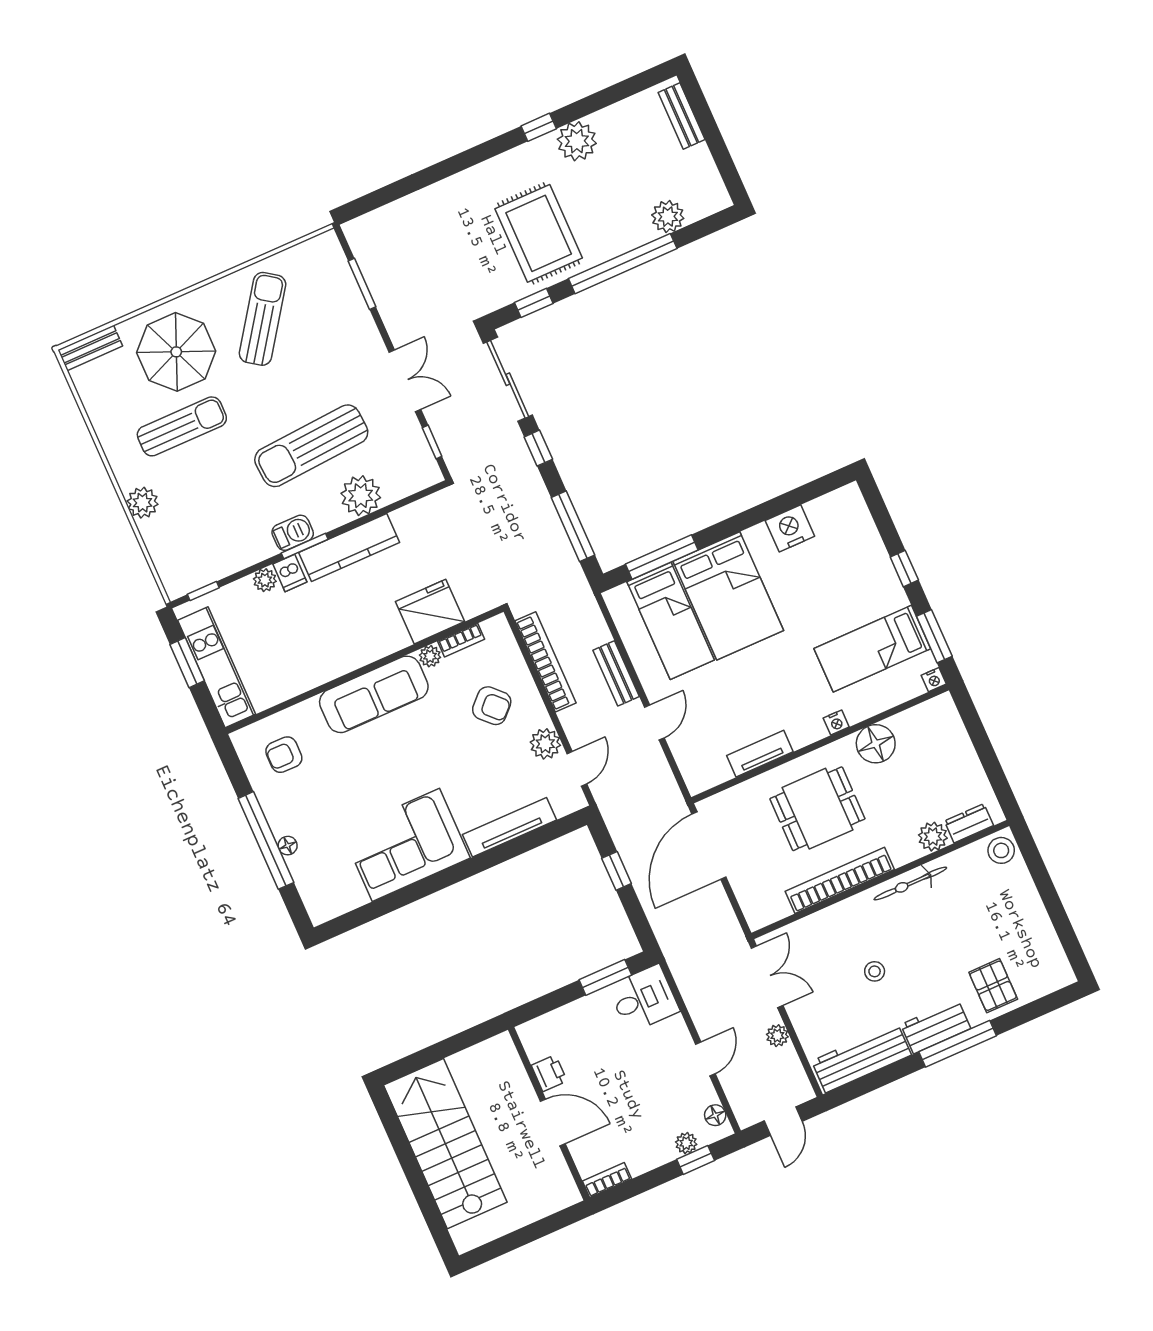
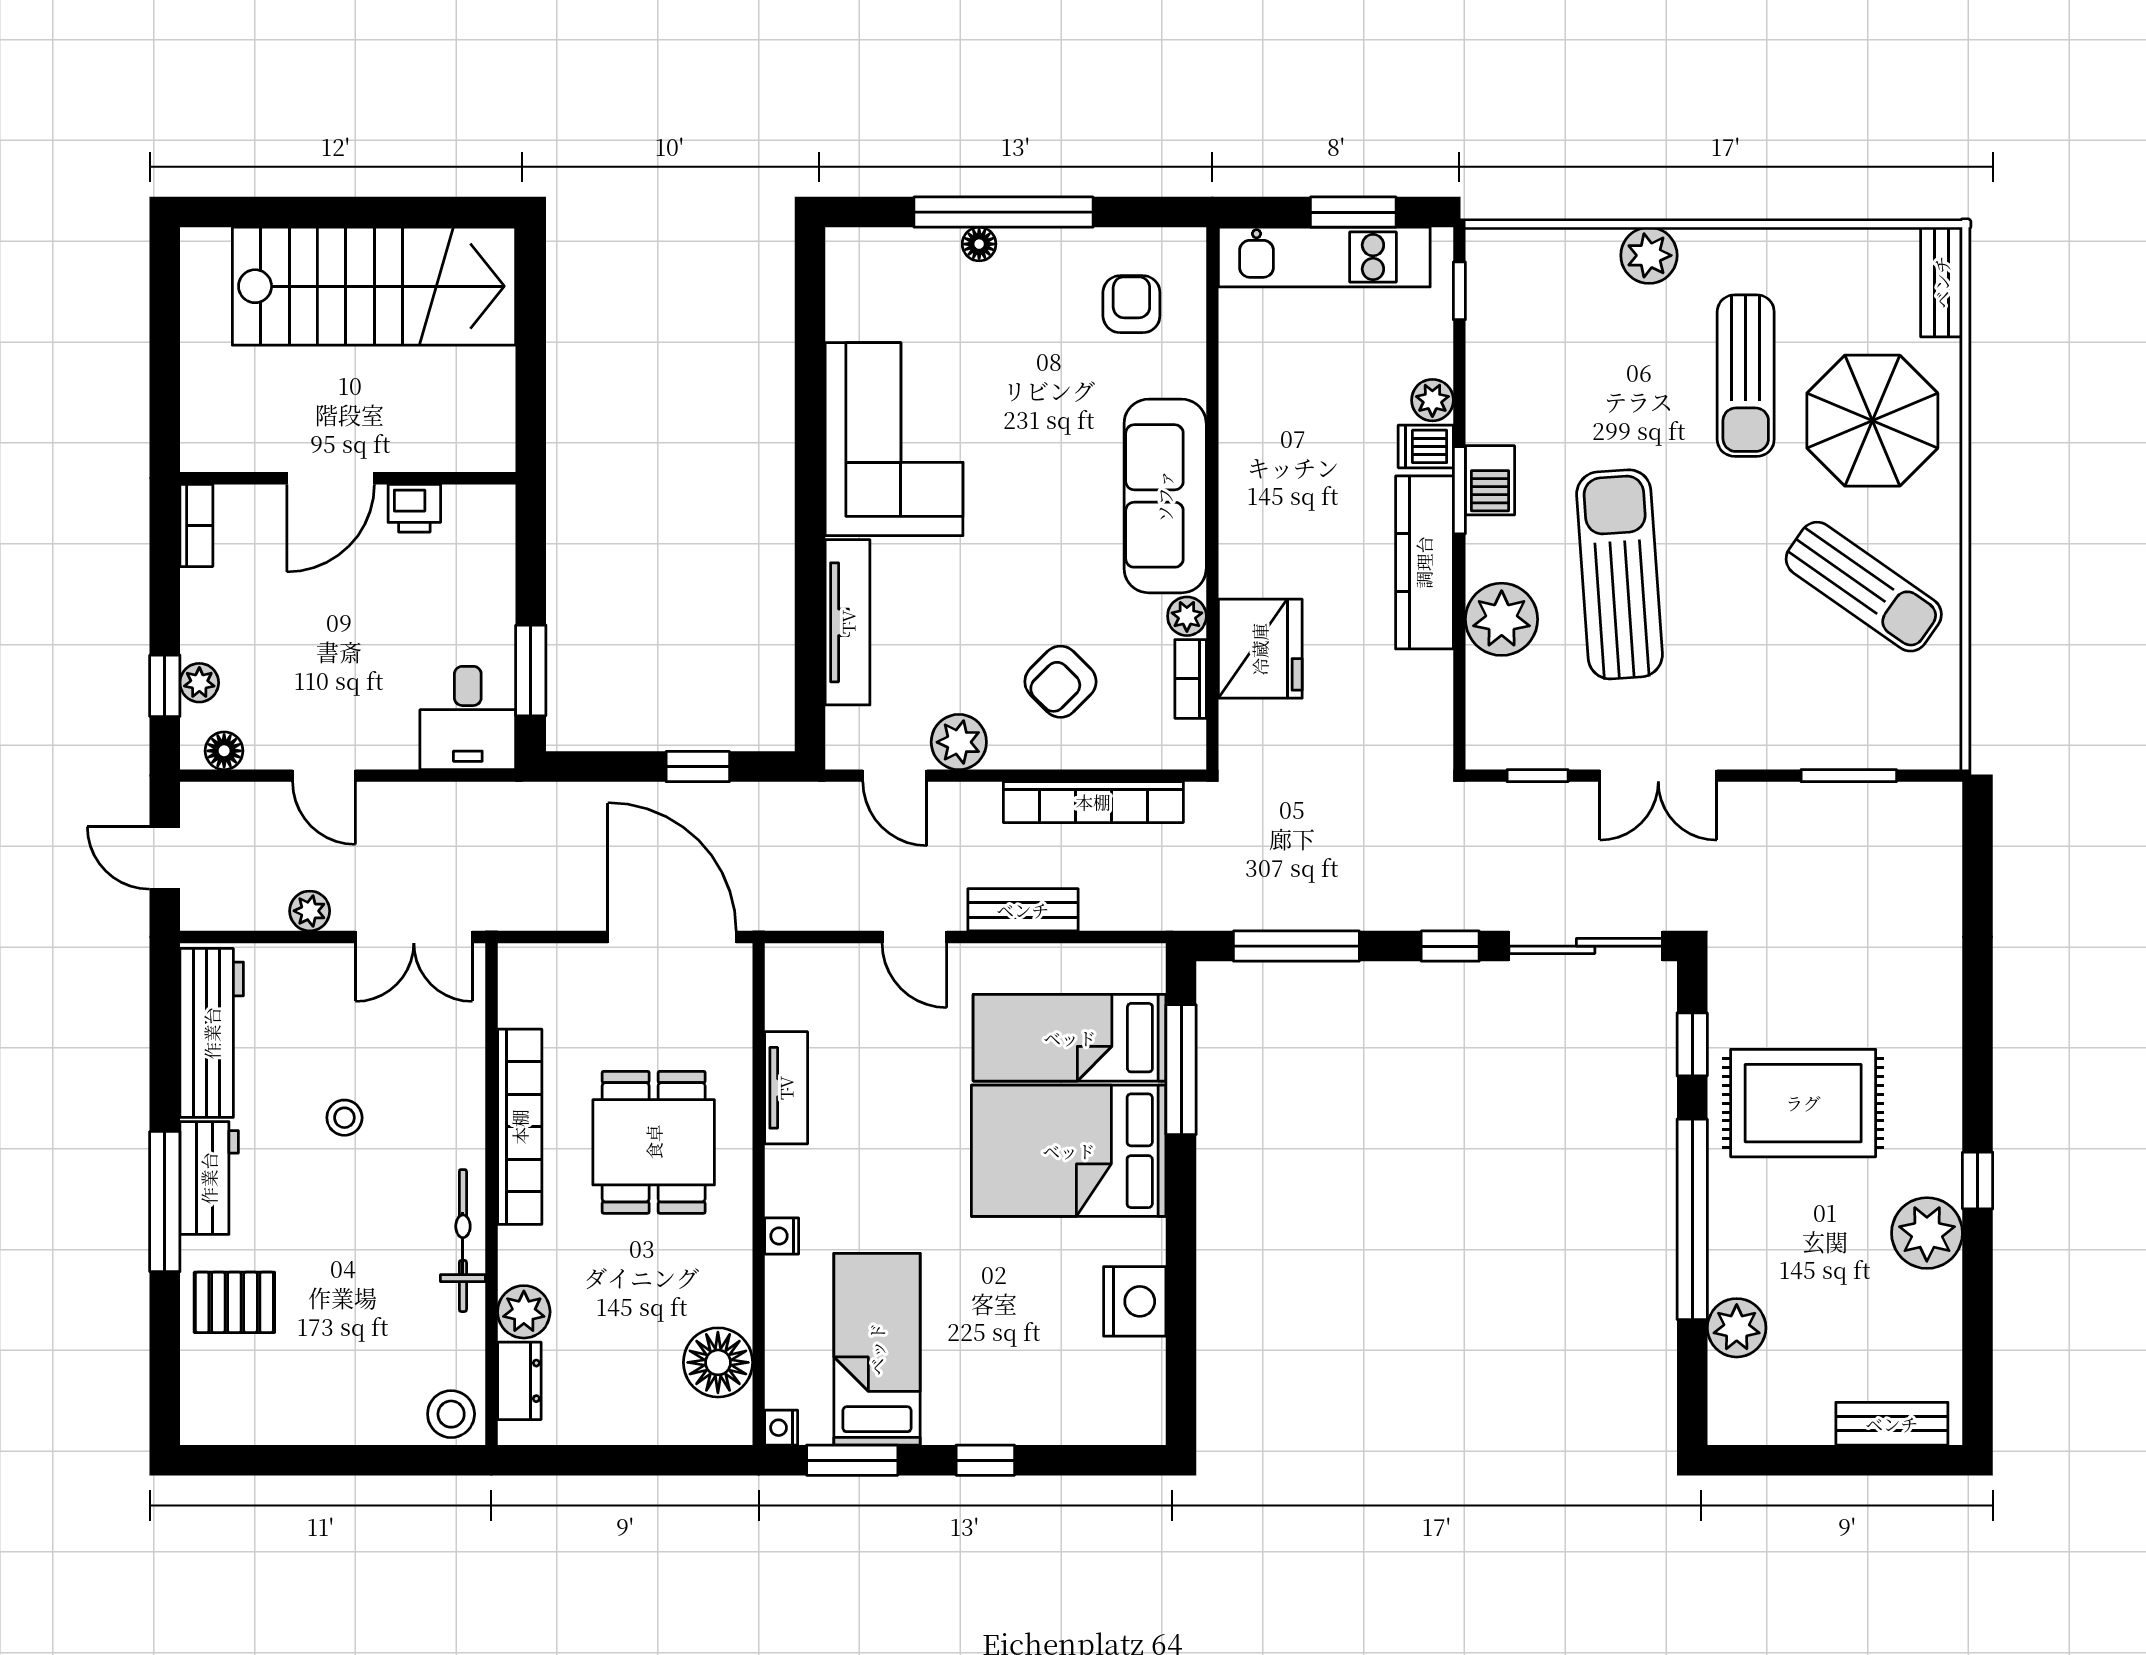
floor lamp: (876, 744) -> (718, 1362), moved

